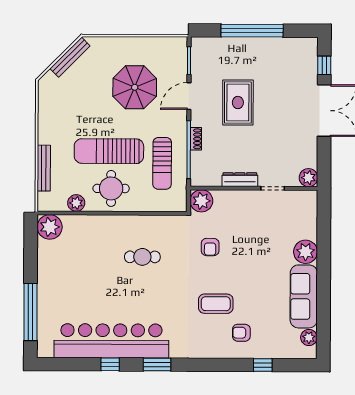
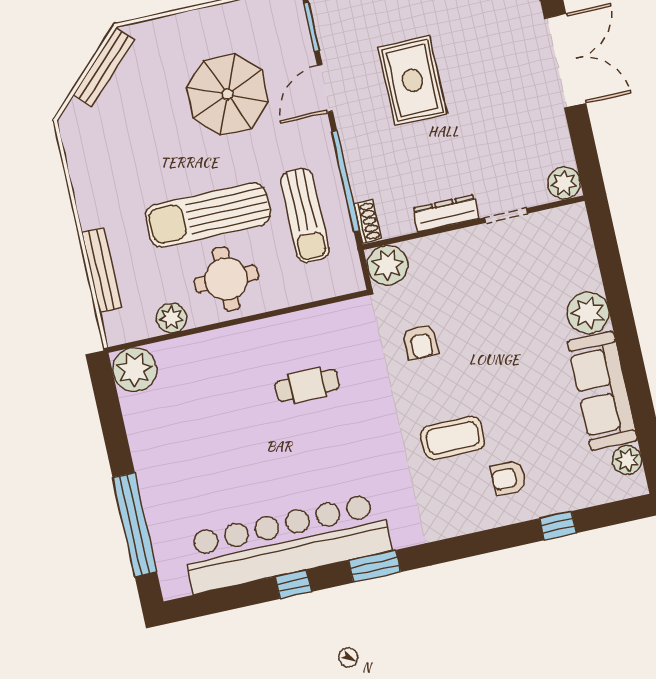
shoe rack: (196, 139) -> (367, 222), moved

